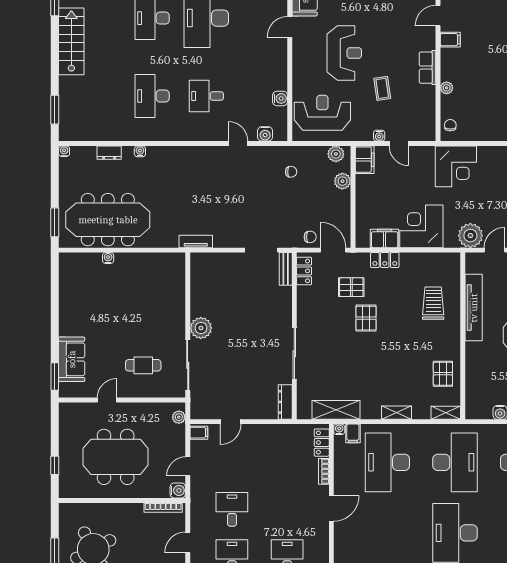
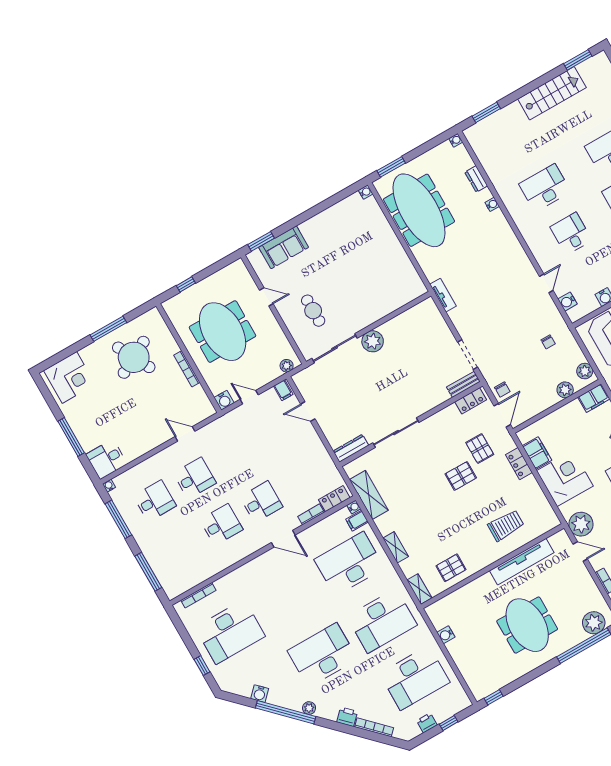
water cooler: (108, 258) -> (366, 192), moved
bookcase: (163, 508) -> (187, 369), moved
desk: (232, 509) -> (261, 502), moved

